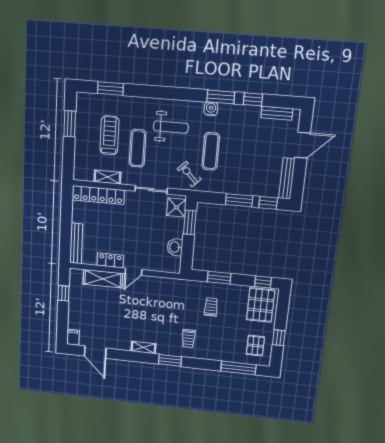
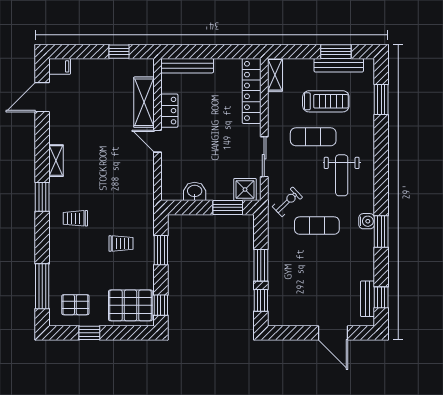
window: (253, 99) -> (381, 297), moved
shelving: (107, 177) -> (275, 75), moved
bench: (287, 179) -> (339, 65), moved

